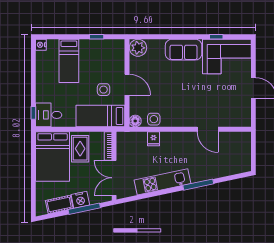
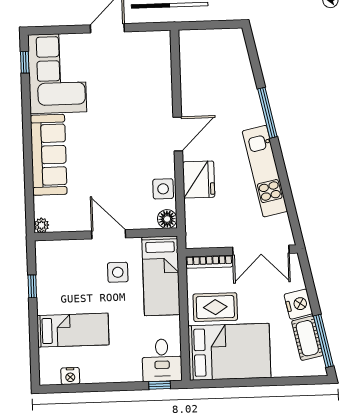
window: (216, 37) -> (25, 62), moved
nightstand: (41, 45) -> (70, 376), moved
plant: (138, 48) -> (41, 225), width x0.53, depth x0.53
sofa: (184, 50) -> (49, 155), width x1.36
door: (127, 85) -> (109, 234), hinge flipped
door: (208, 129) -> (178, 134), moved
fridge: (154, 139) -> (199, 180), width x1.88, depth x1.34
window: (84, 209) -> (323, 341), moved

